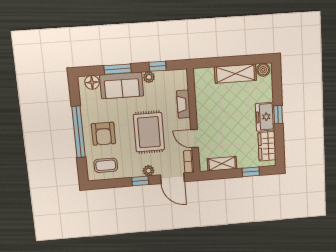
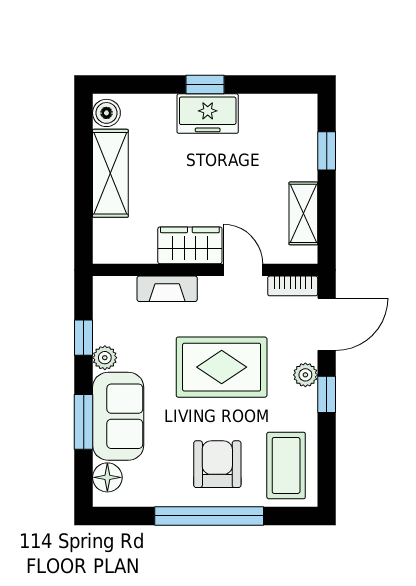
armchair: (103, 134) -> (217, 464), turned -90
door: (195, 139) -> (243, 270), swing flipped
wardrobe: (267, 146) -> (190, 245), moved, turned 180
coffee table: (106, 165) -> (286, 465), width x1.36, depth x1.30

